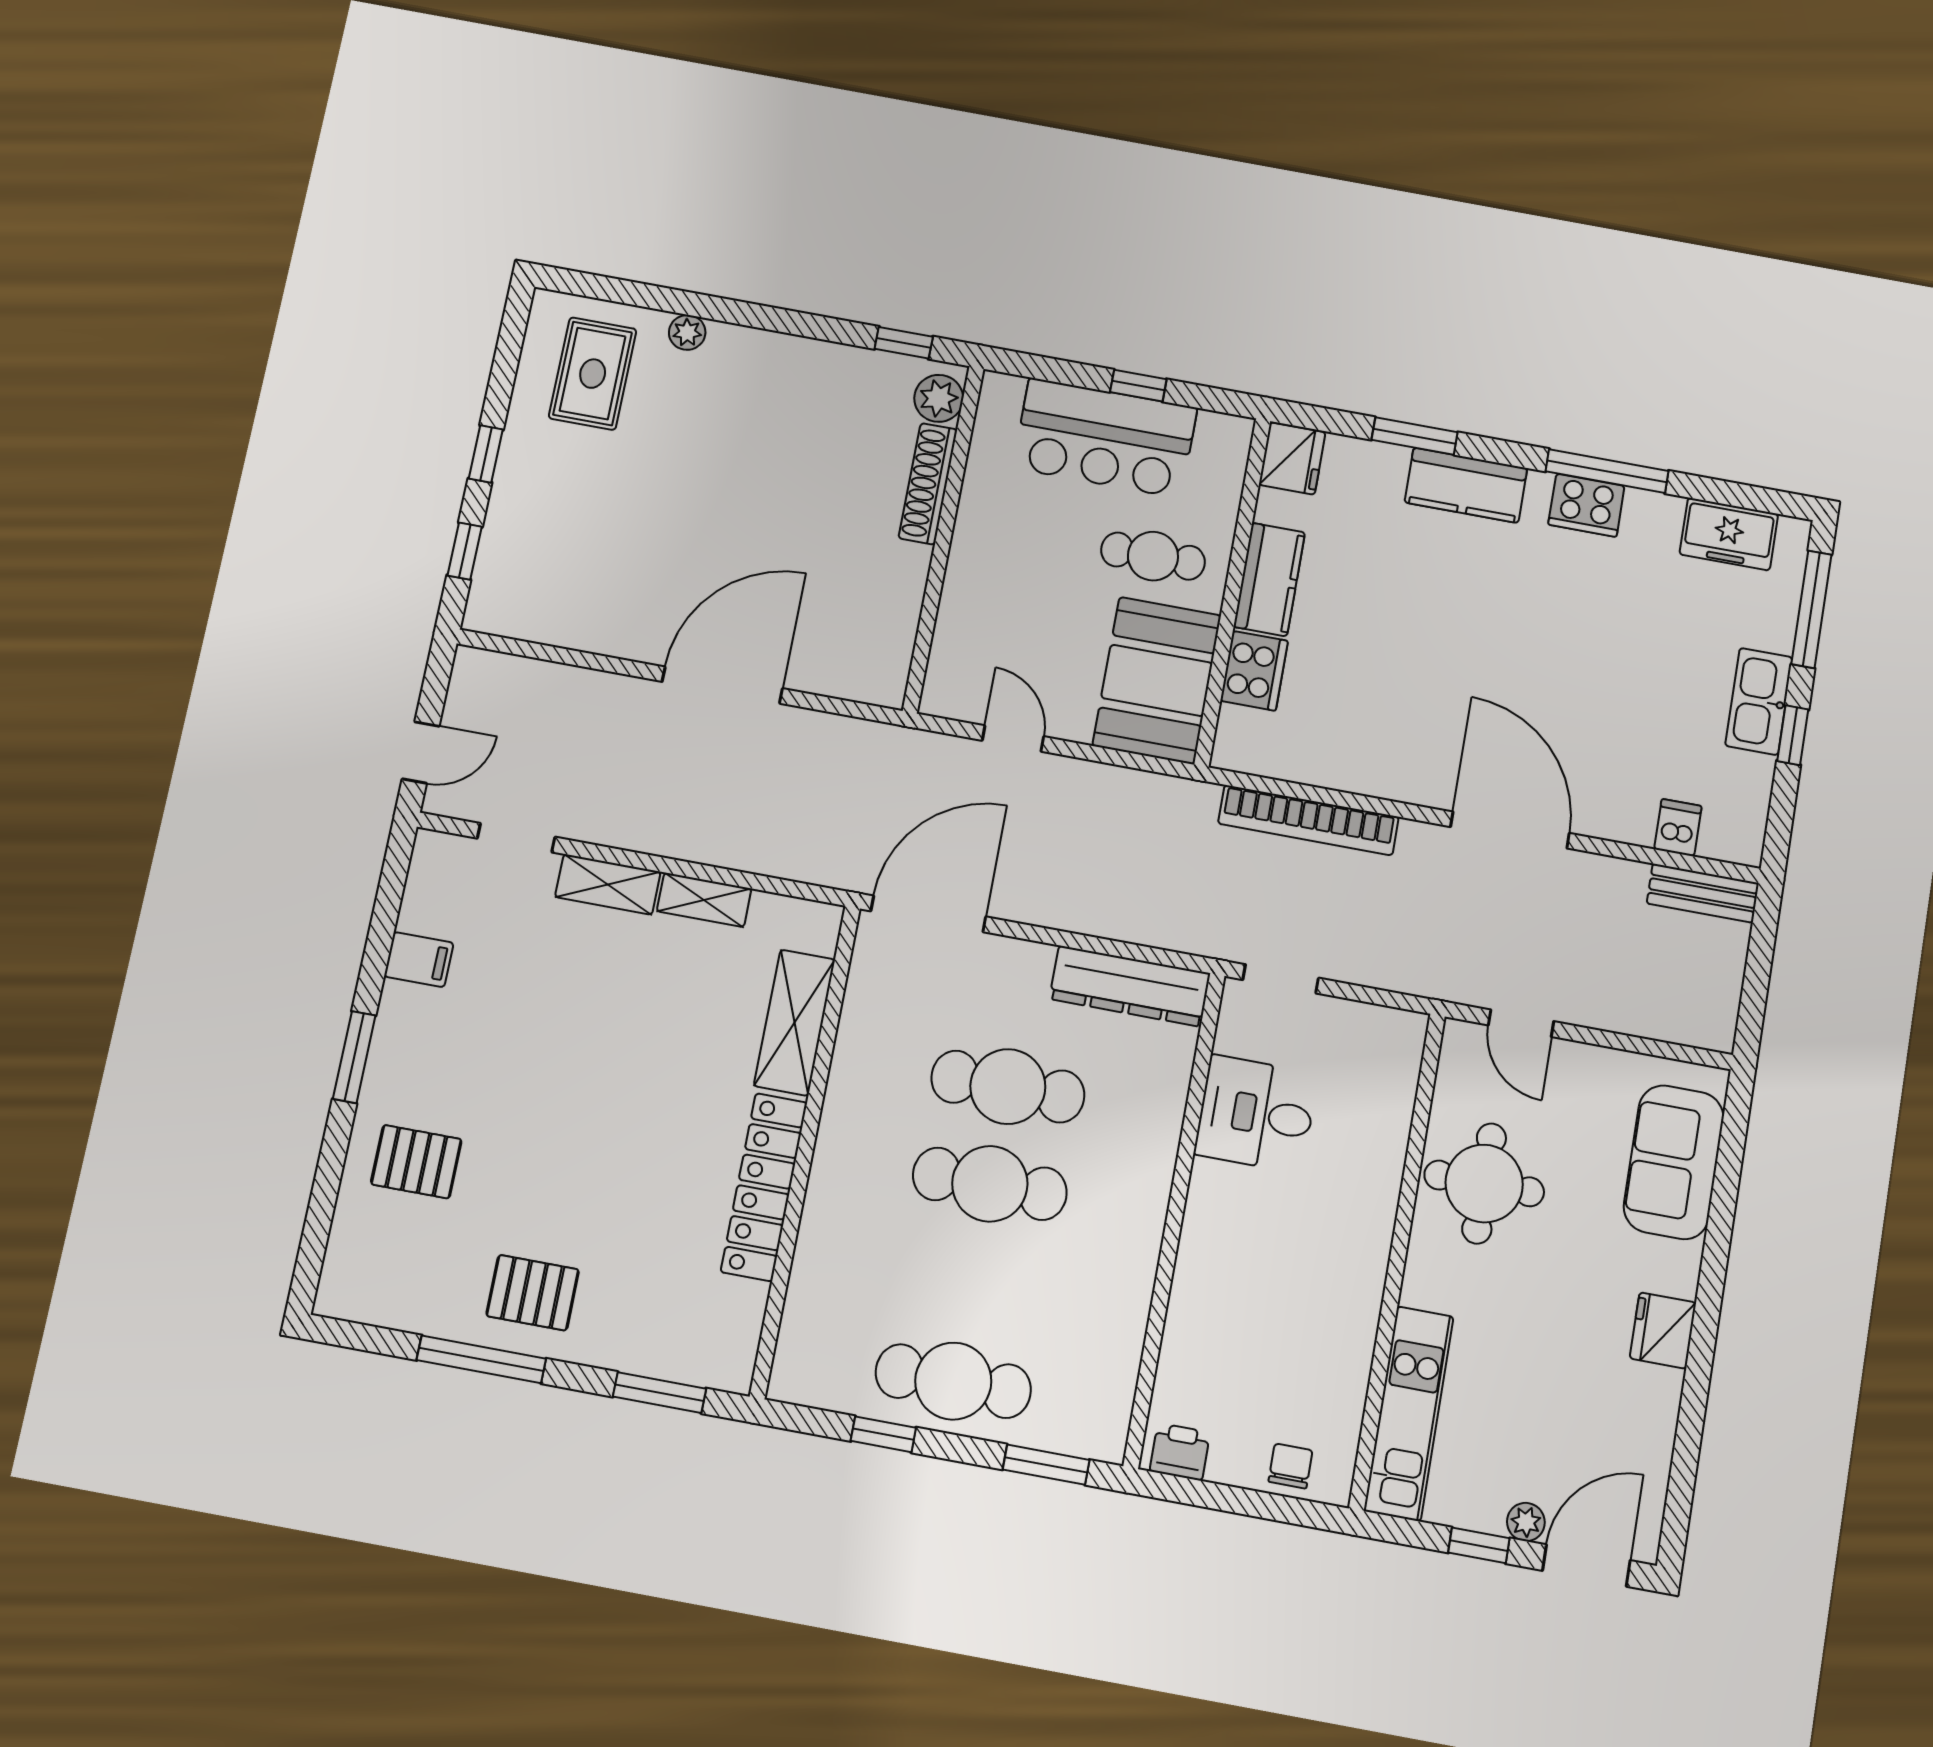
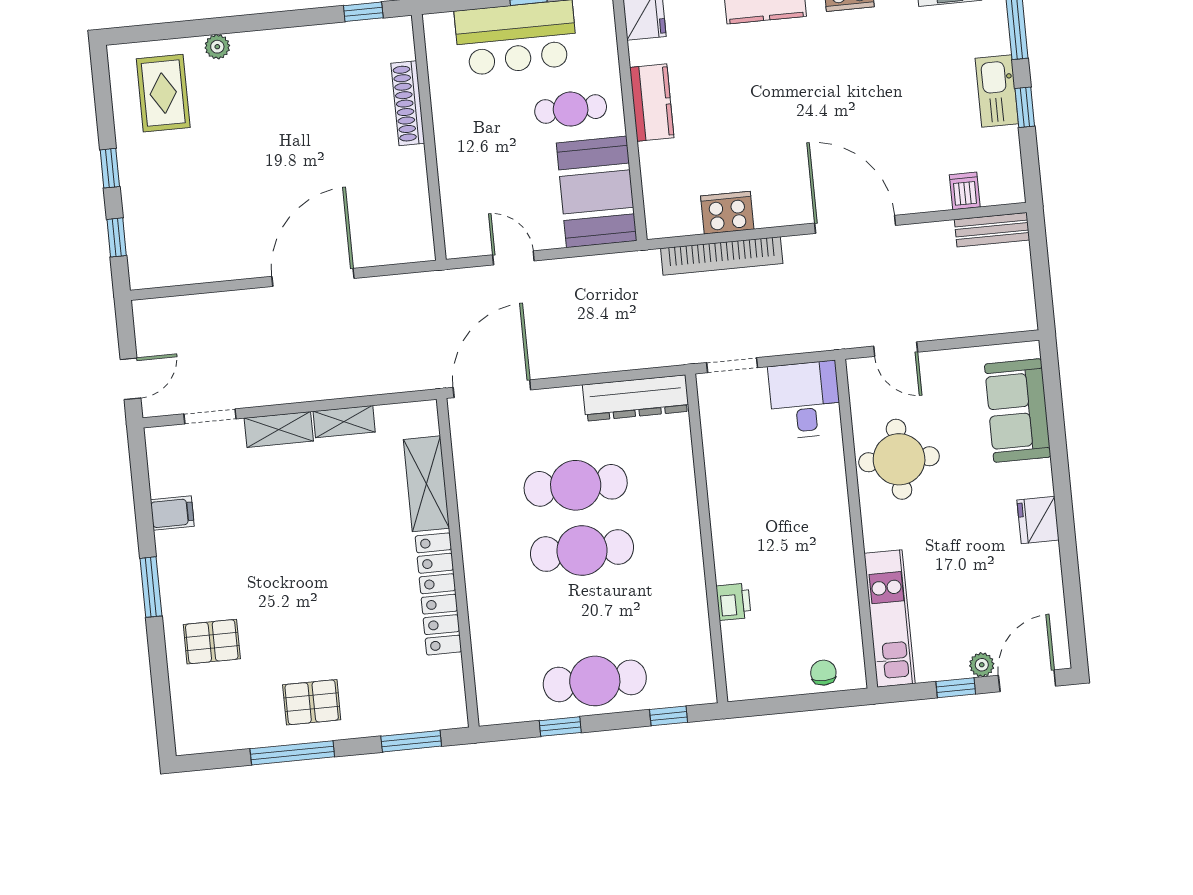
plant: (939, 398) -> (398, 43), removed
cooker: (1254, 671) -> (727, 213), moved, turned -90
desk: (1256, 1114) -> (805, 400), moved, turned 90
printer: (1180, 1452) -> (733, 602), moved, turned 90
window: (1046, 1465) -> (669, 716), width x0.67

